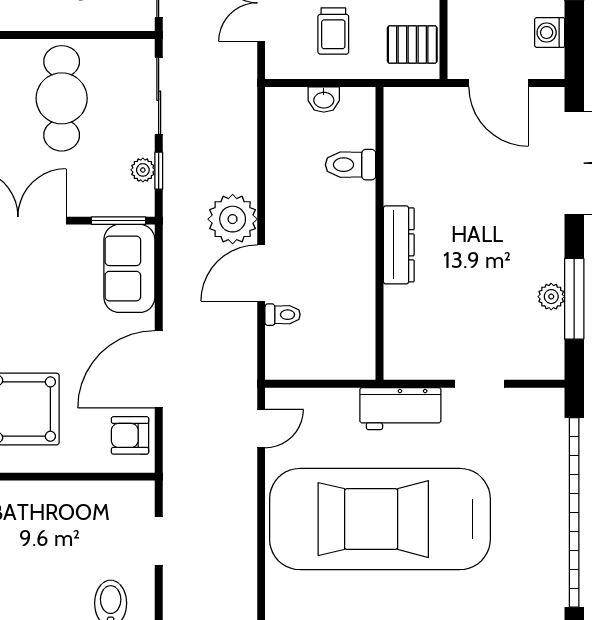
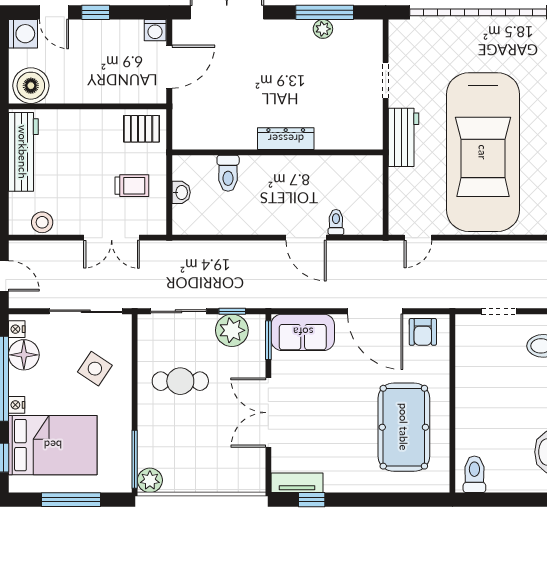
washing machine: (550, 33) -> (155, 30), moved
pallet: (412, 44) -> (142, 129), turned 90
cafe table: (62, 98) -> (180, 381), width x0.73, depth x0.74
plant: (143, 170) -> (232, 330), width x1.88, depth x1.88
plant: (233, 219) -> (267, 258), removed
door: (261, 429) -> (418, 238), swing flipped

